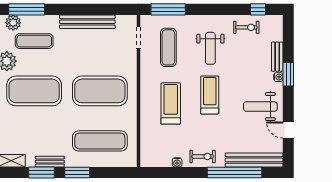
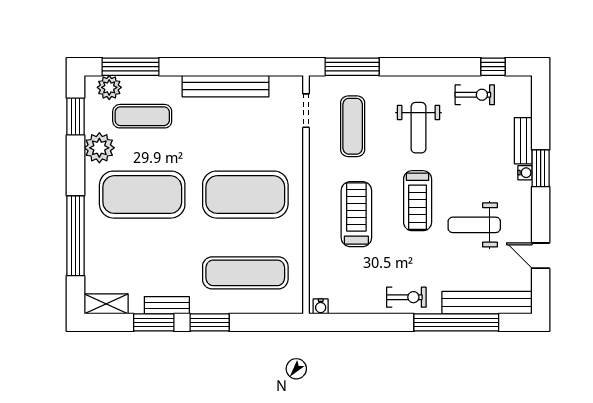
treadmill: (210, 95) -> (418, 201), turned 180
weight bench: (260, 107) -> (474, 225), moved
water cooler: (177, 162) -> (321, 306), moved

